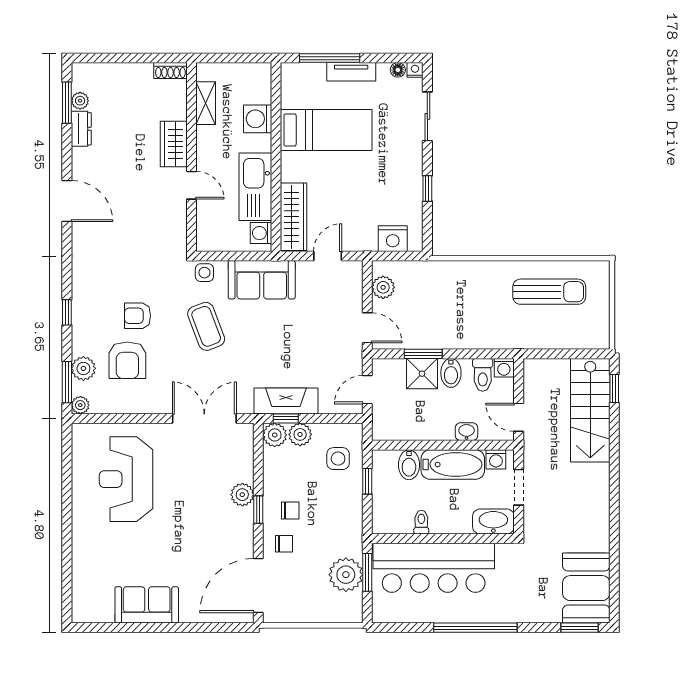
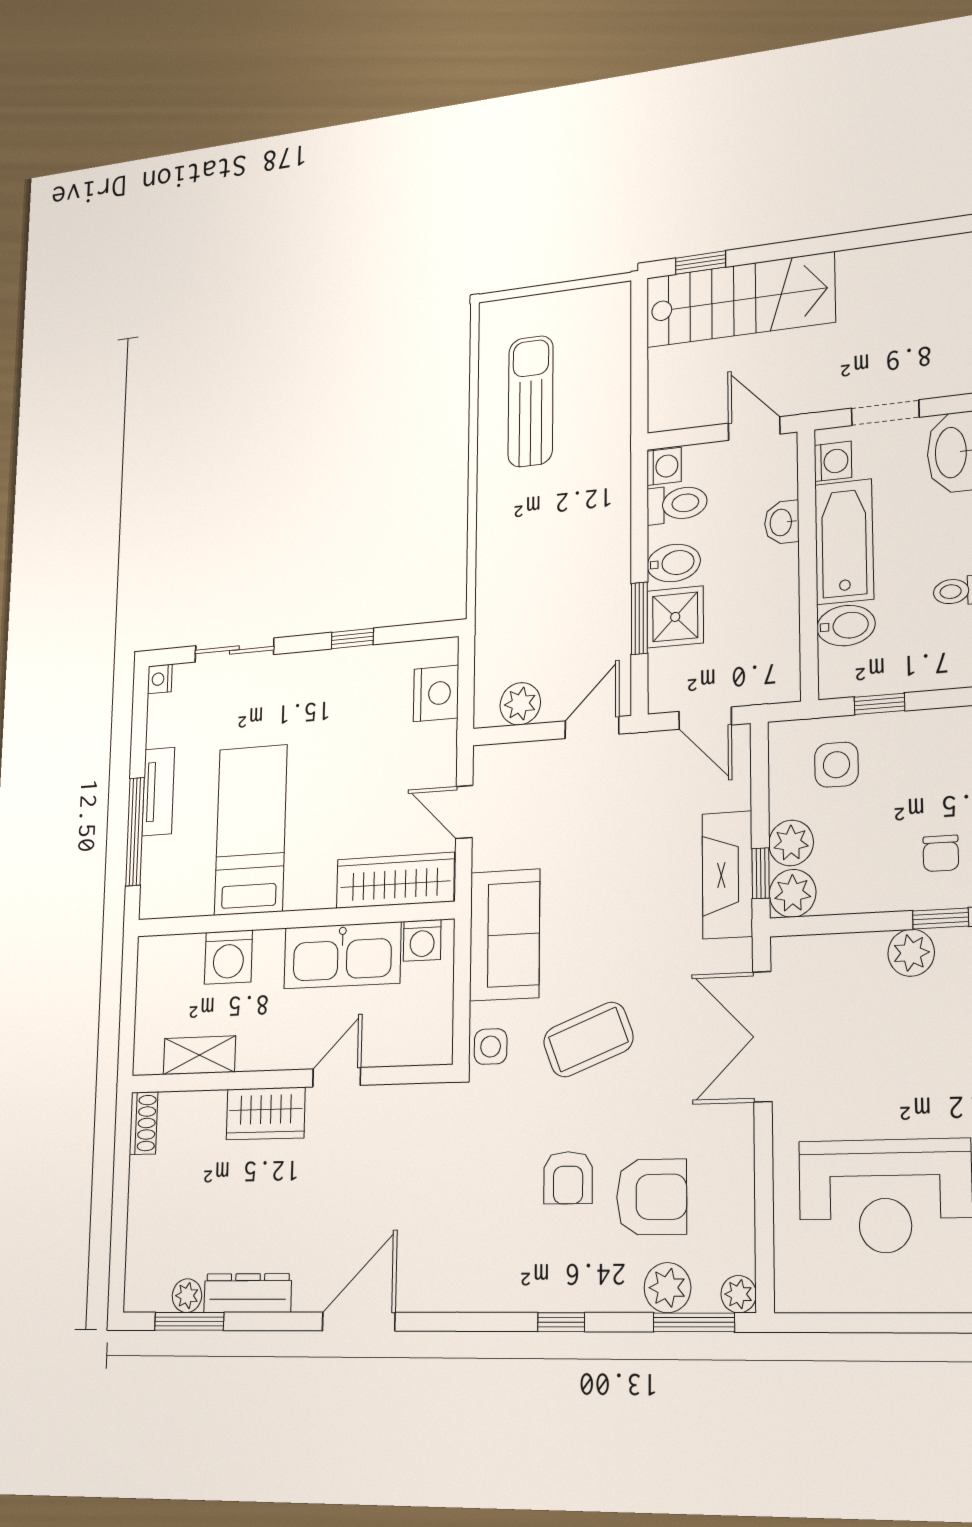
floor lamp: (398, 70) -> (159, 709), removed
dresser: (81, 129) -> (248, 1293), width x1.44
door: (519, 417) -> (754, 429), swing flipped
chair: (290, 511) -> (941, 853), turned 180

